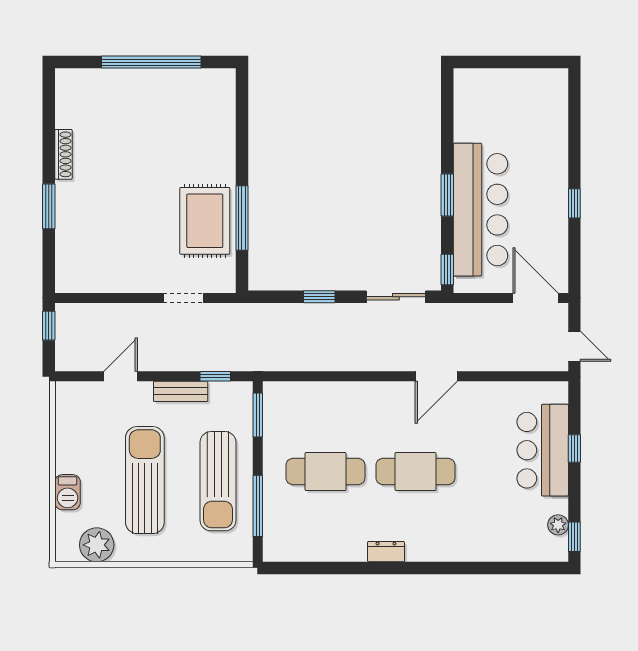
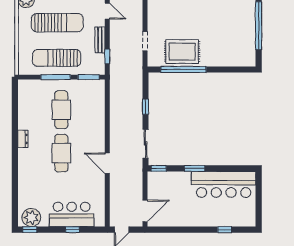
window: (574, 203) -> (225, 230), moved
bar counter: (480, 210) -> (224, 184), moved
window: (242, 218) -> (183, 69), width x1.46
window: (258, 506) -> (56, 77), moved
plant: (558, 525) -> (31, 217), width x1.87, depth x1.87

